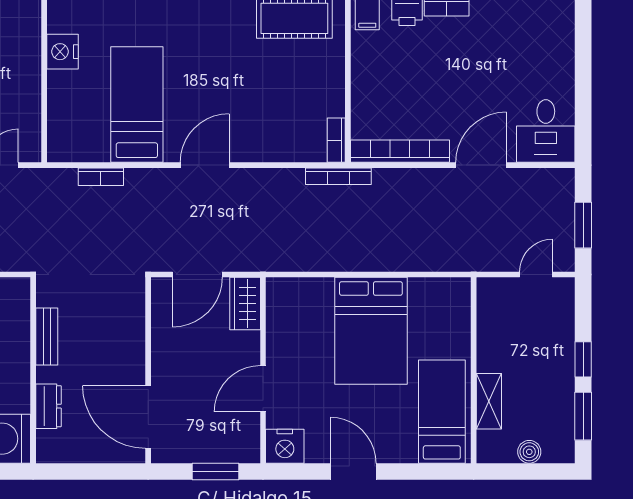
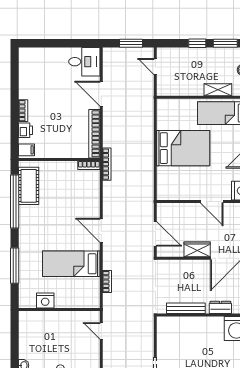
wardrobe: (245, 304) -> (197, 249), moved, turned 180
bench: (47, 337) -> (186, 308), width x1.36

